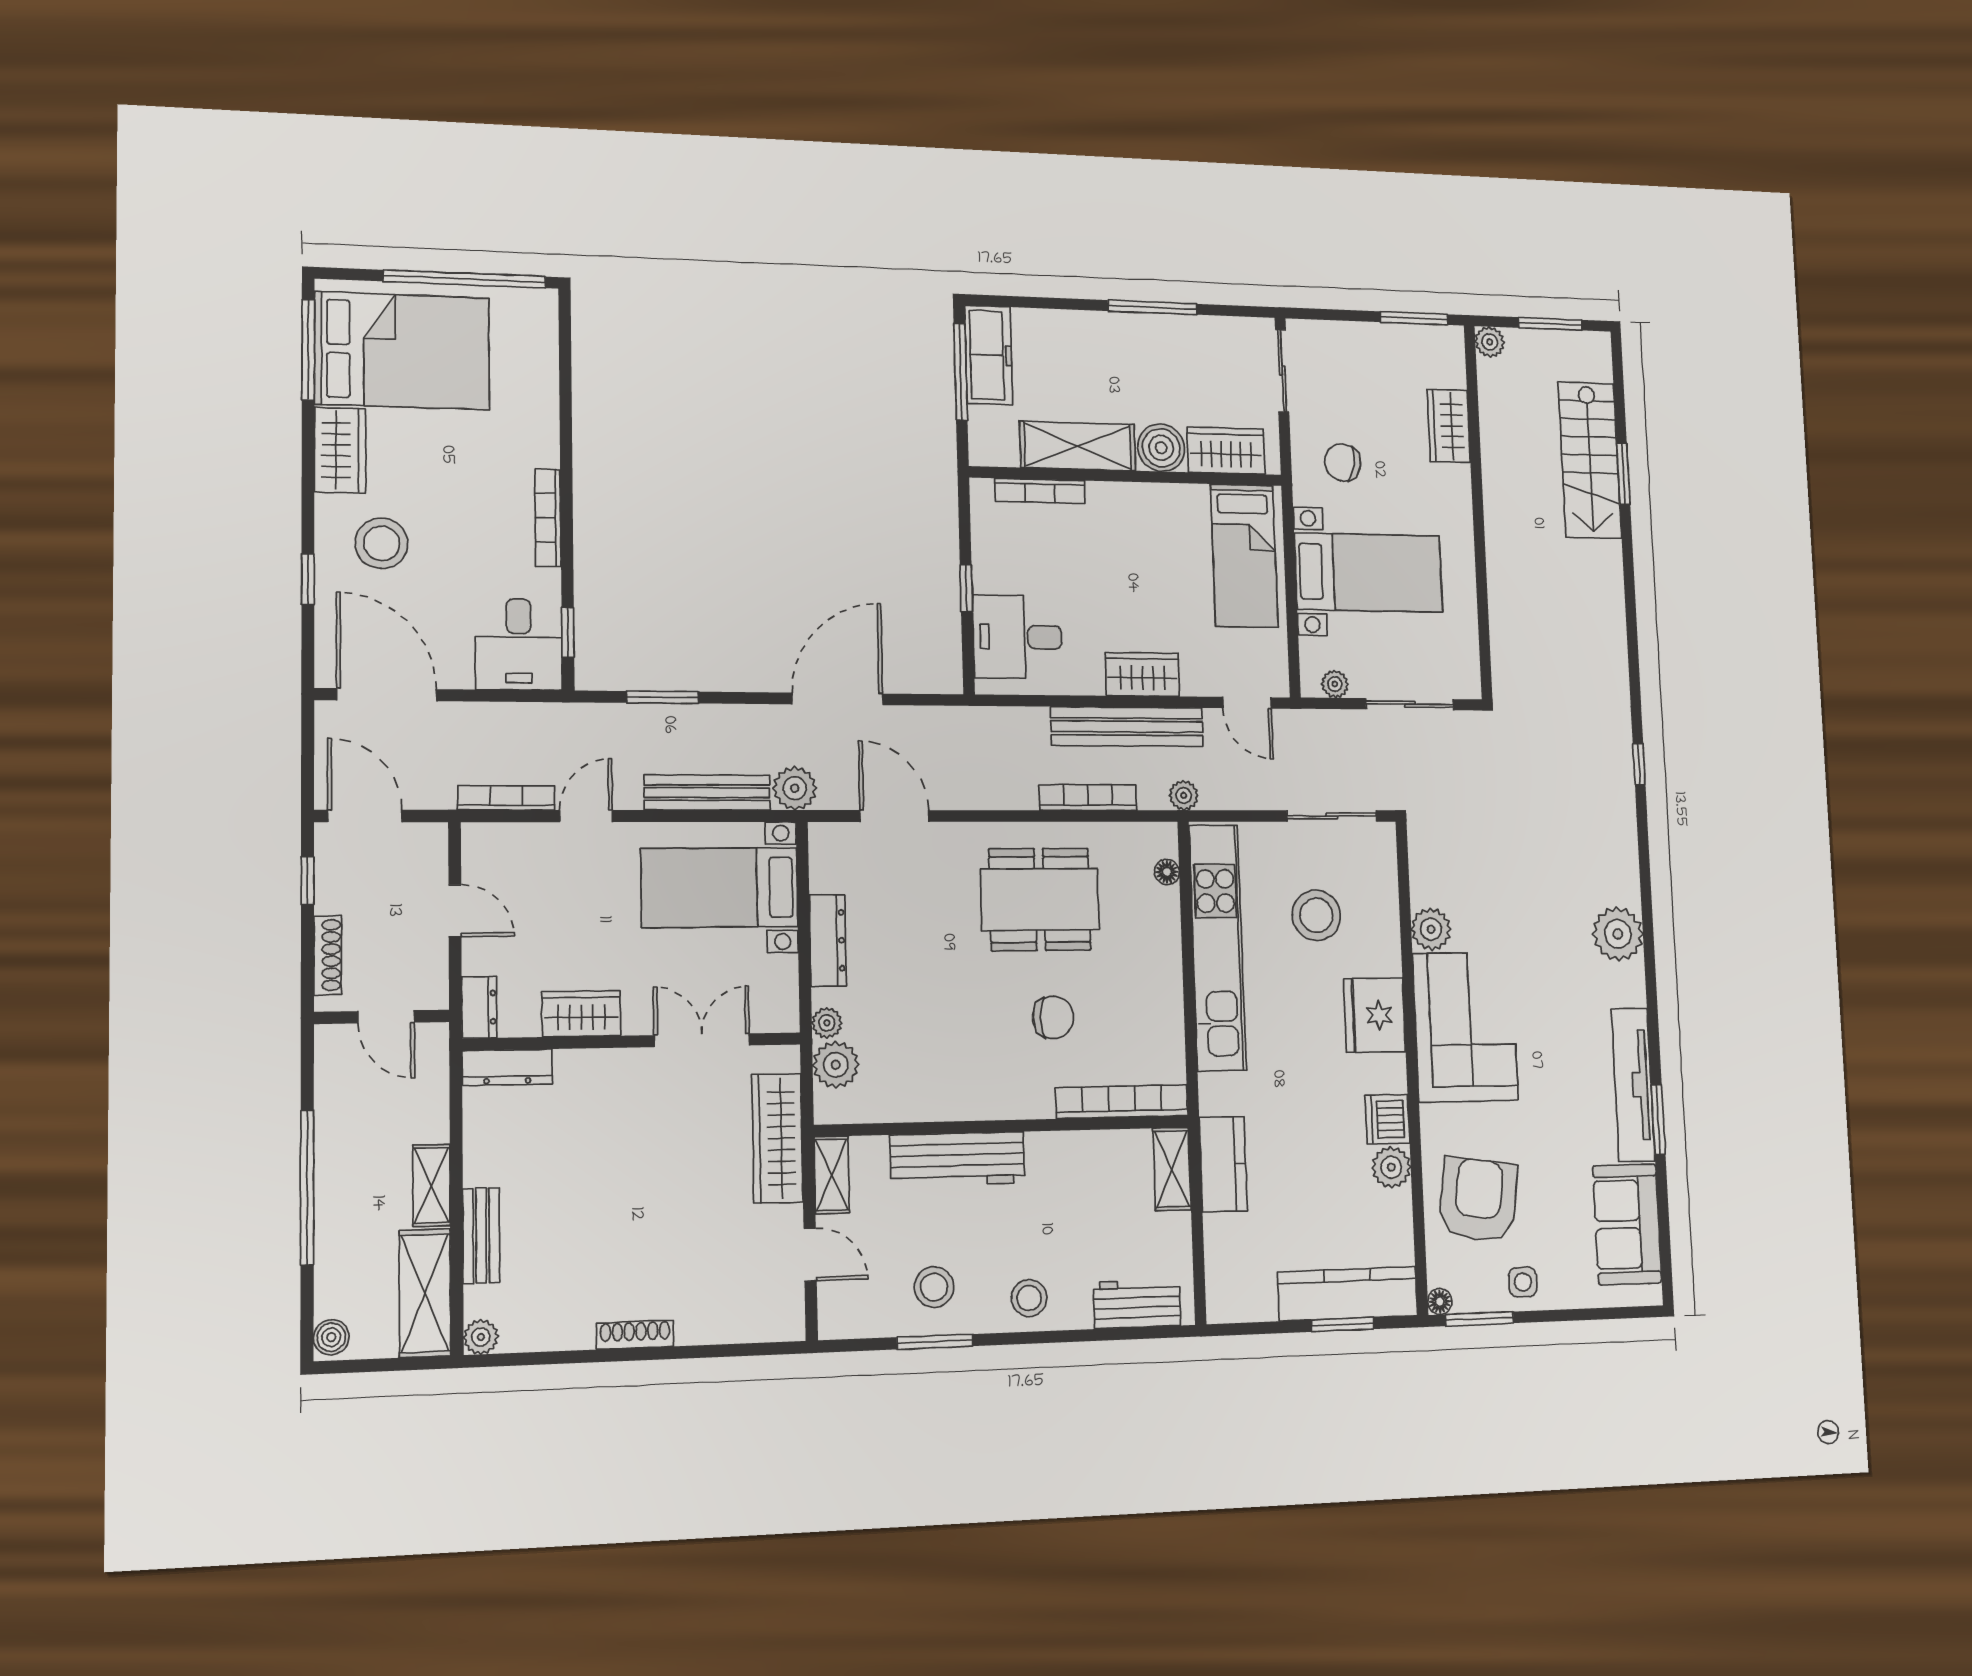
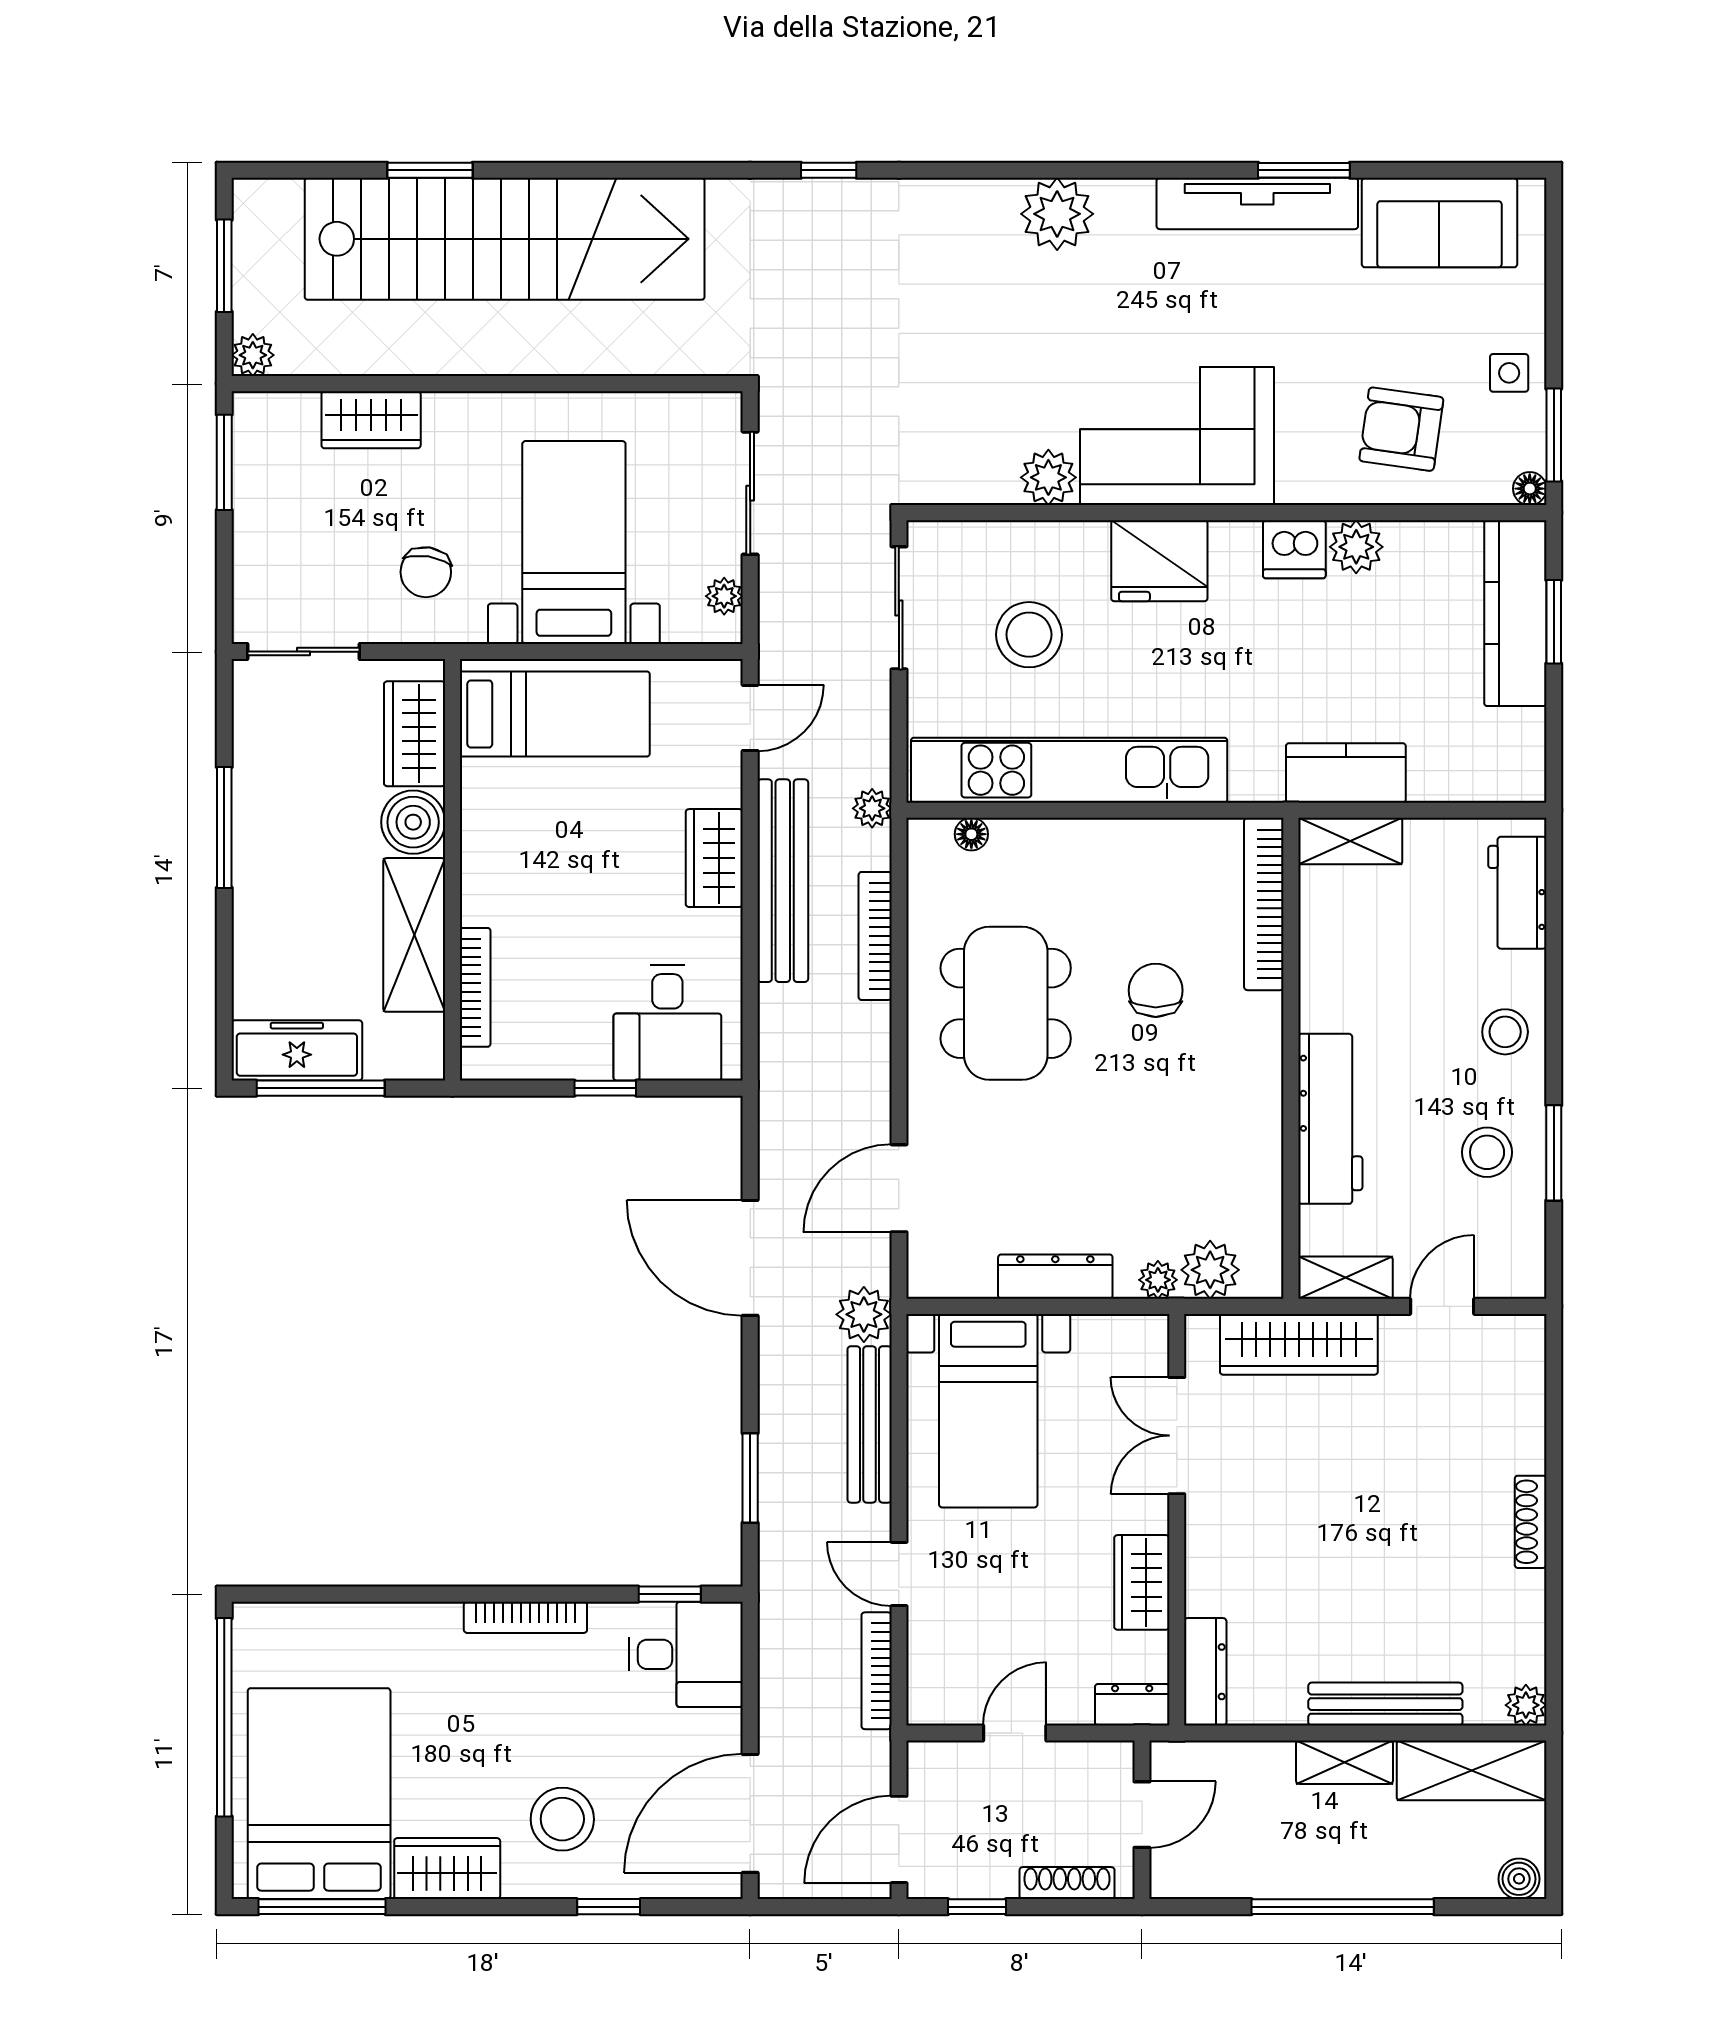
stairs: (1590, 460) -> (505, 239), width x1.86, depth x1.51
armchair: (1478, 1200) -> (1401, 429), width x0.73, depth x0.73
bench: (481, 1236) -> (1385, 1704), width x1.36

